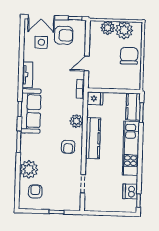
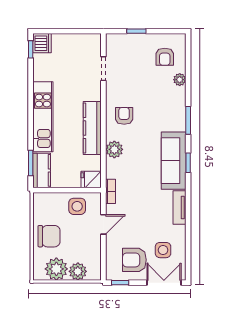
chair: (129, 56) -> (49, 236), turned -90
side table: (107, 78) -> (77, 206), added
plant: (29, 169) -> (180, 80), width x0.53, depth x0.53
dishwasher: (130, 191) -> (42, 43), moved

